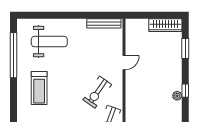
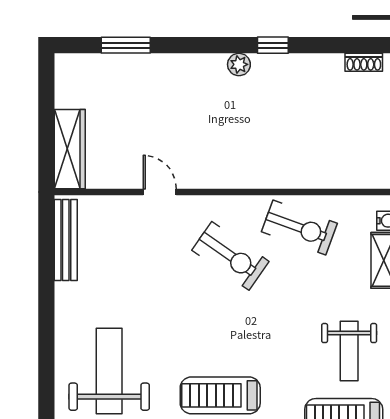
wardrobe: (165, 25) -> (70, 149), moved
treadmill: (39, 88) -> (220, 395), turned 180
window: (185, 91) -> (273, 45), moved

